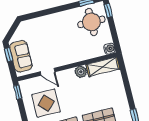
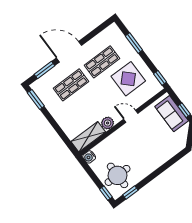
door: (48, 72) -> (131, 116), moved

